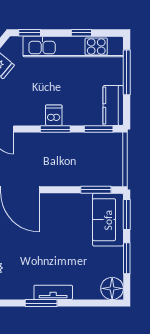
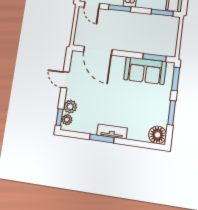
window: (55, 129) -> (120, 8), moved
sofa: (108, 220) -> (145, 71), moved, turned -90

